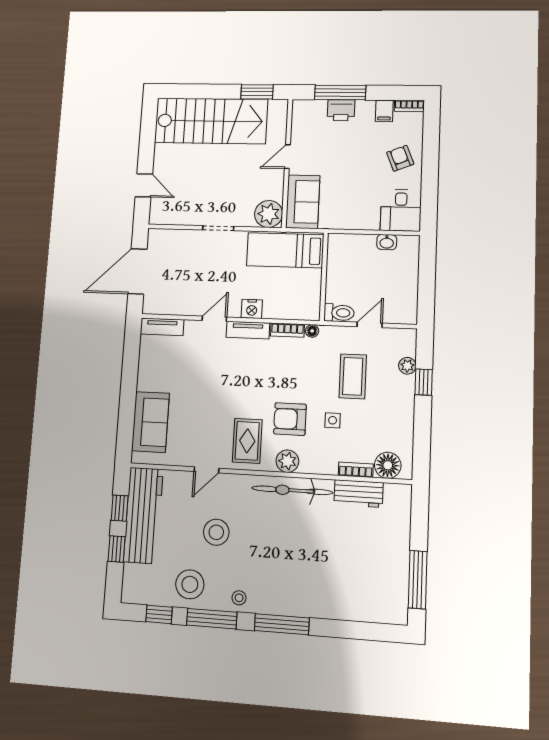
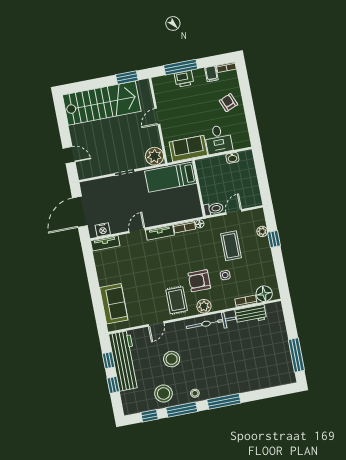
sofa: (303, 202) -> (188, 149), moved, turned -90
desk: (401, 210) -> (218, 139), moved
nightstand: (252, 309) -> (103, 230), moved

